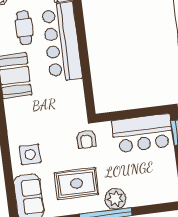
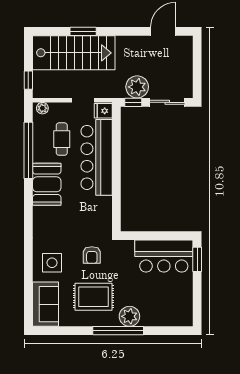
armchair: (86, 139) -> (92, 255), moved

